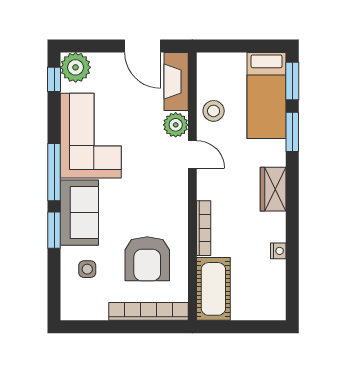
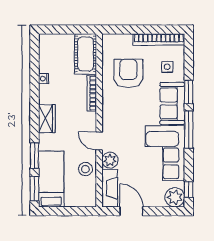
bookcase: (148, 311) -> (159, 39), moved

